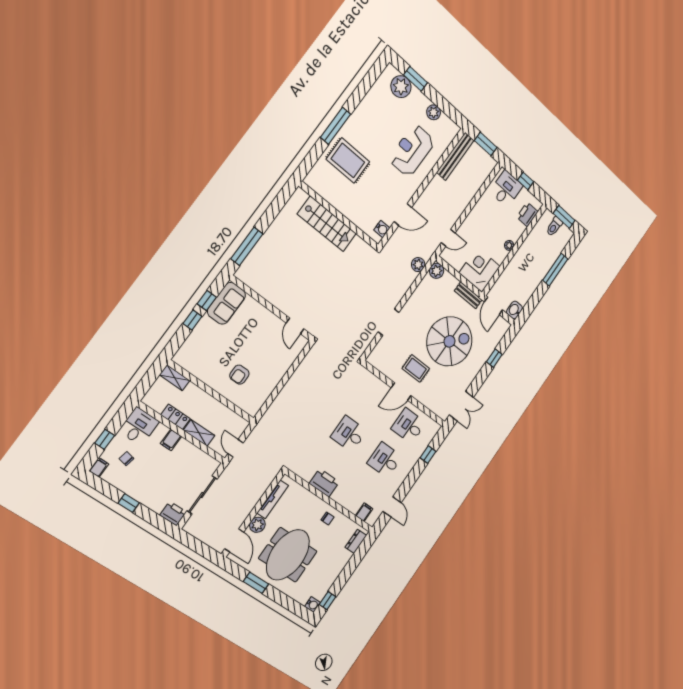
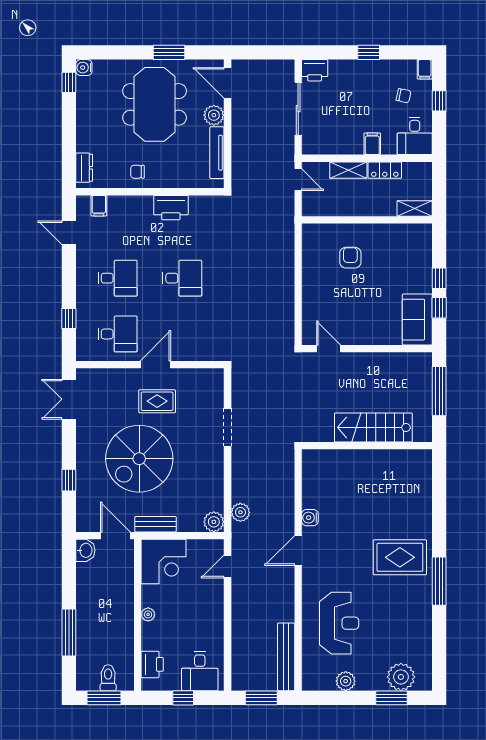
wall: (339, 216) -> (367, 446), moved
stairs: (327, 224) -> (373, 427), moved

